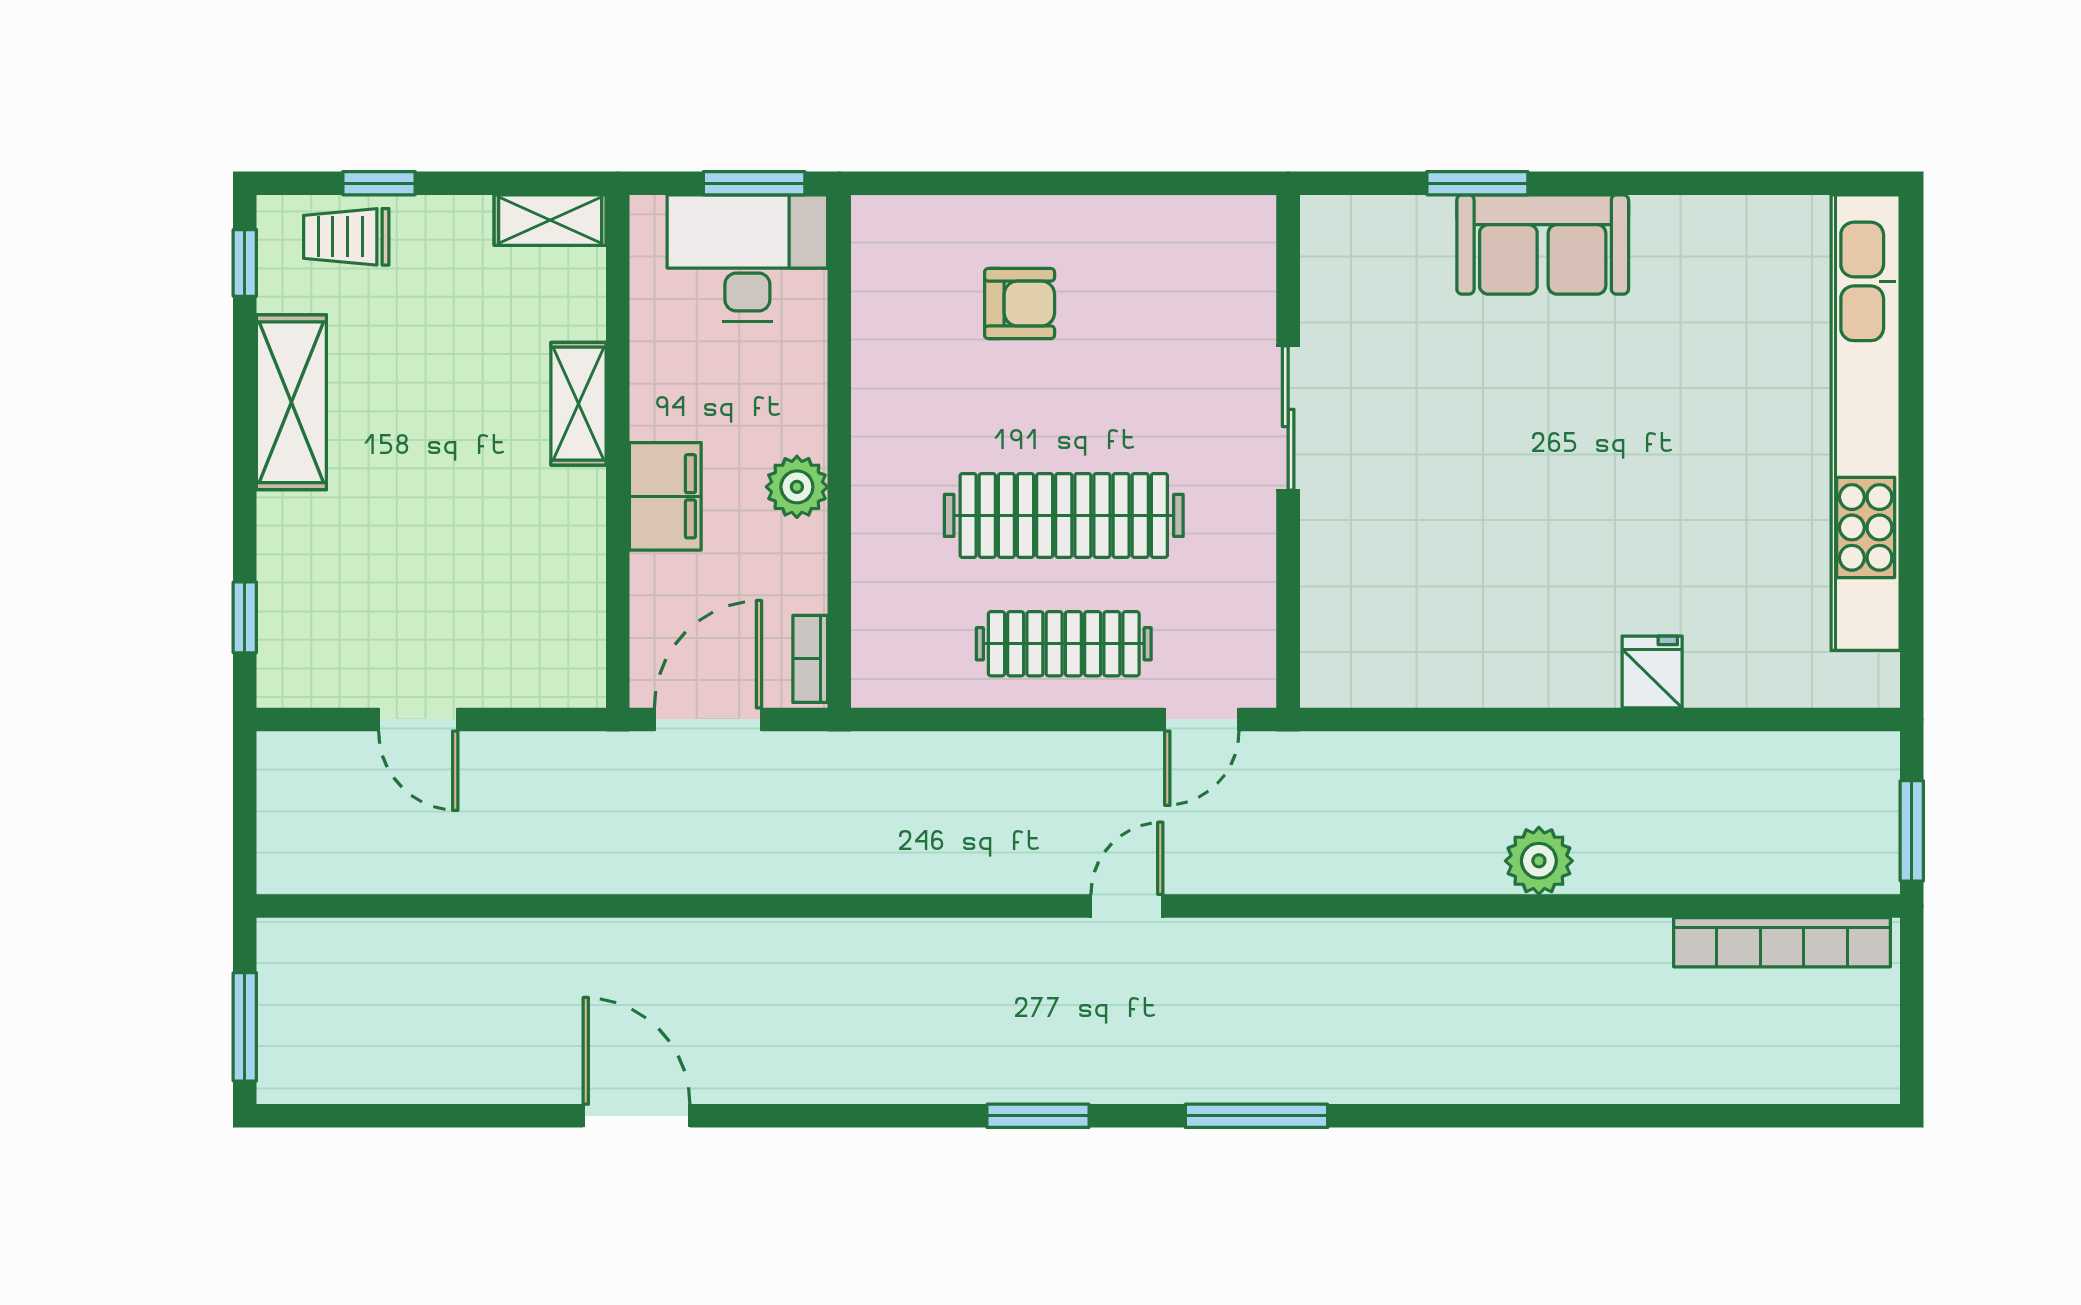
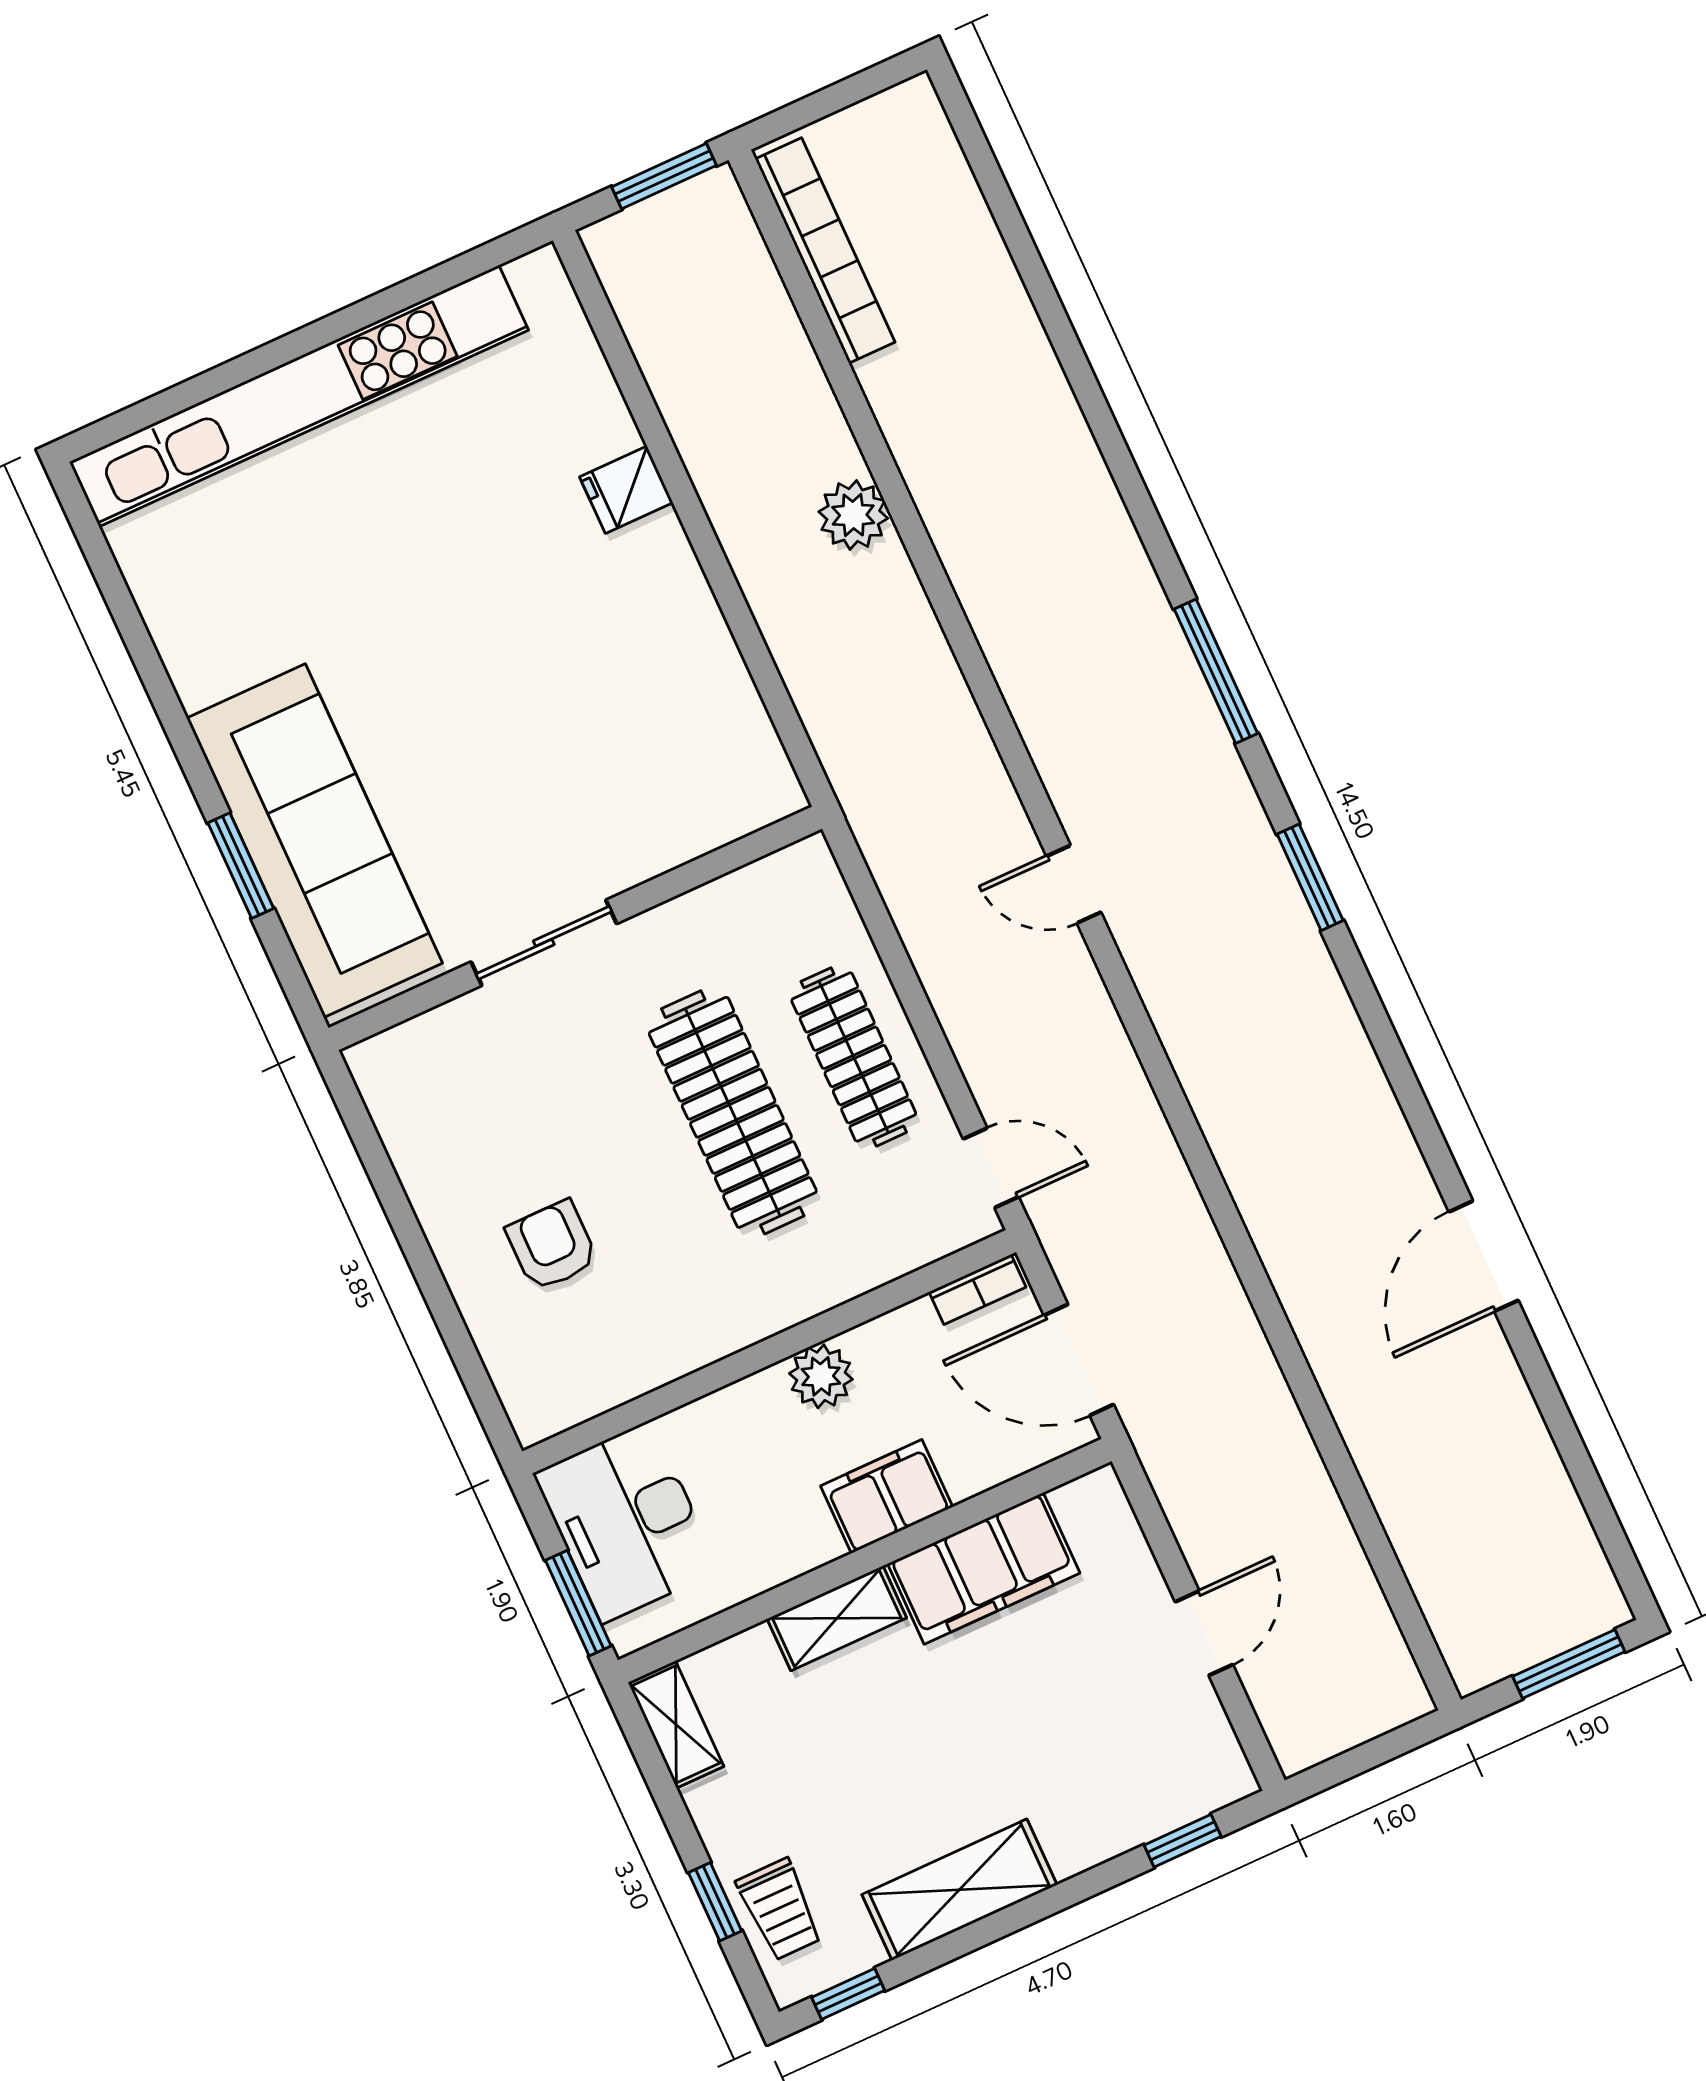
window: (754, 183) -> (578, 1603), moved
sofa: (1543, 244) -> (314, 841), width x1.85, depth x1.27
filing cabinet: (563, 552) -> (984, 1568), added
door: (1202, 719) -> (991, 1168), moved

